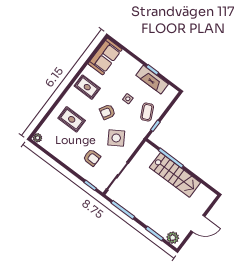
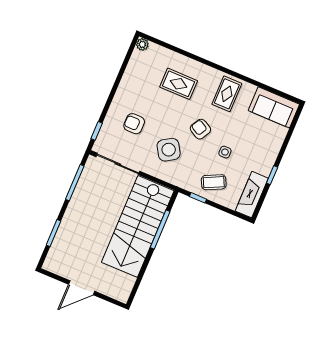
fireplace: (152, 80) -> (252, 195), moved
rug: (72, 119) -> (179, 84), turned 90
armchair: (92, 158) -> (134, 124), turned 90
stairs: (175, 175) -> (138, 226), width x1.36, depth x1.51
door: (198, 224) -> (82, 288), hinge flipped
plant: (173, 238) -> (54, 259), removed

